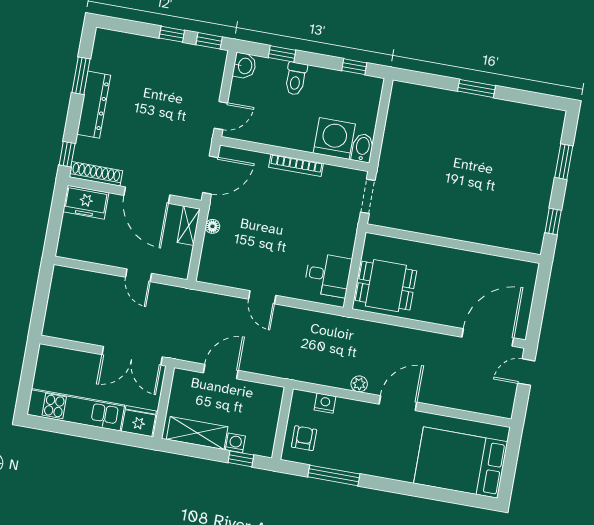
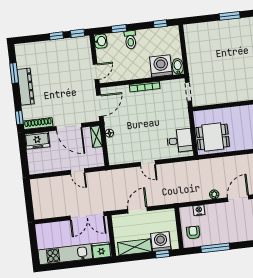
washing machine: (235, 443) -> (161, 241), width x1.89, depth x1.89

